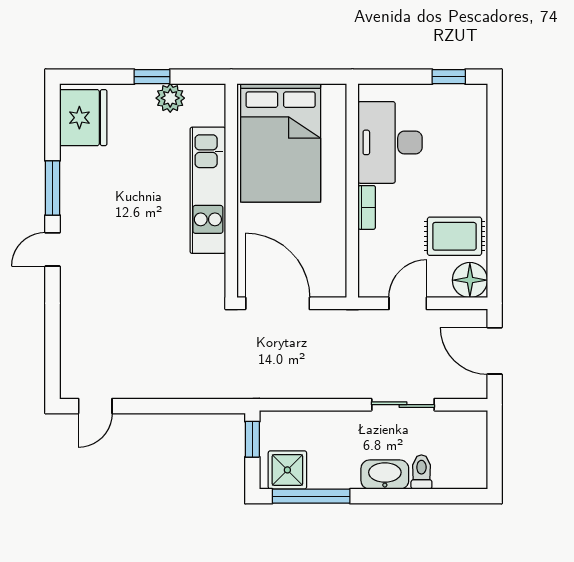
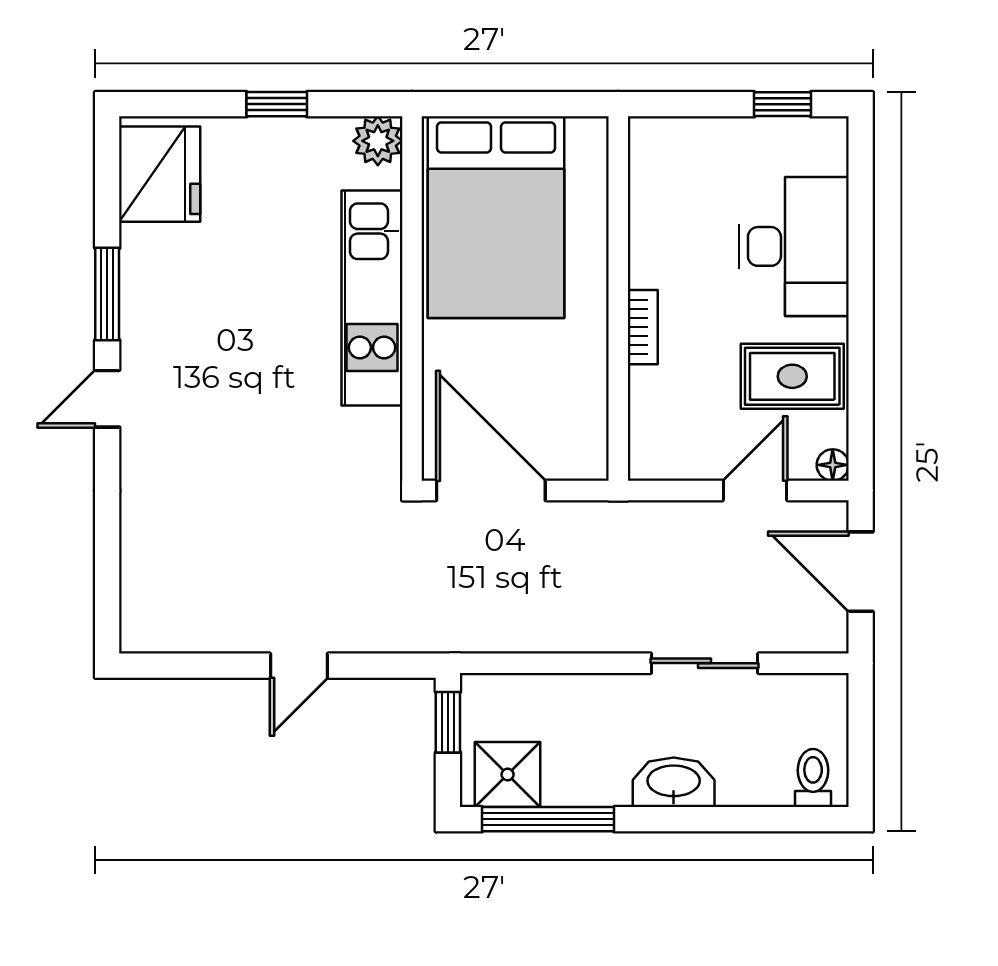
plant: (170, 98) -> (378, 141), moved
desk: (390, 142) -> (794, 246), moved, turned 180
floor lamp: (470, 280) -> (833, 465), width x0.53, depth x0.53
door: (408, 303) -> (755, 490), moved
door: (95, 406) -> (299, 666), moved
toilet: (421, 472) -> (813, 778), moved

